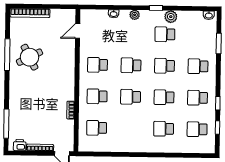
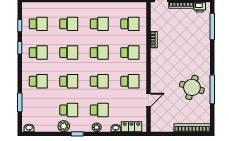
locker: (96, 15) -> (131, 127), added
door: (78, 31) -> (148, 100), moved
school desk: (131, 34) -> (99, 110), added
round table: (30, 57) -> (192, 87), turned 45
school desk: (130, 128) -> (99, 24), added

